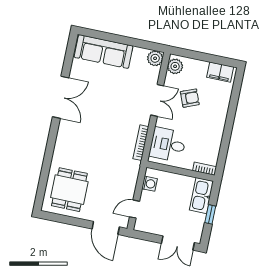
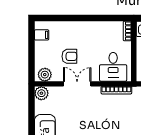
filing cabinet: (220, 72) -> (42, 35), width x0.50
armchair: (190, 98) -> (69, 56), turned 112

